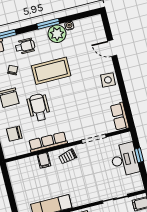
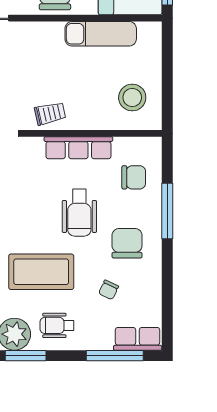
wheelchair: (25, 46) -> (57, 325), moved
filing cabinet: (44, 160) -> (93, 117), removed
stool: (26, 176) -> (132, 97), added

